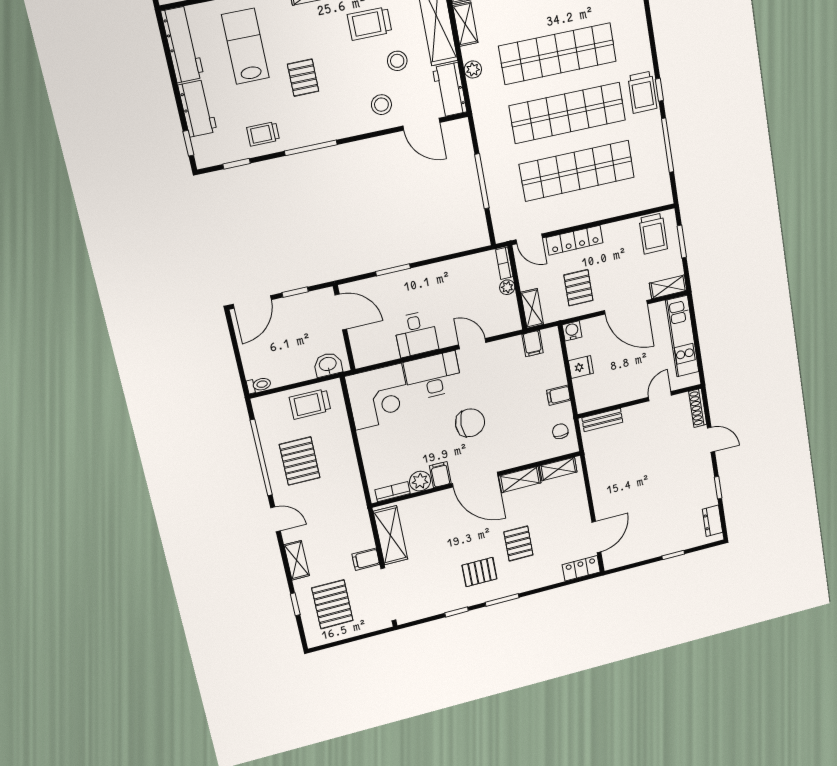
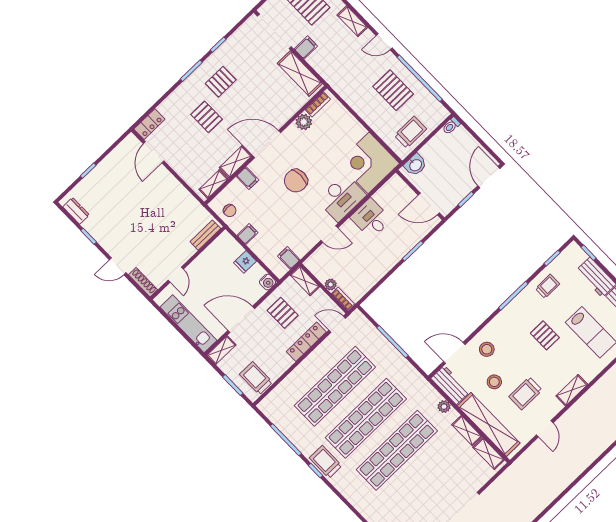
trolley: (370, 23) -> (526, 393), turned 180
filing cabinet: (440, 475) -> (248, 178), moved

